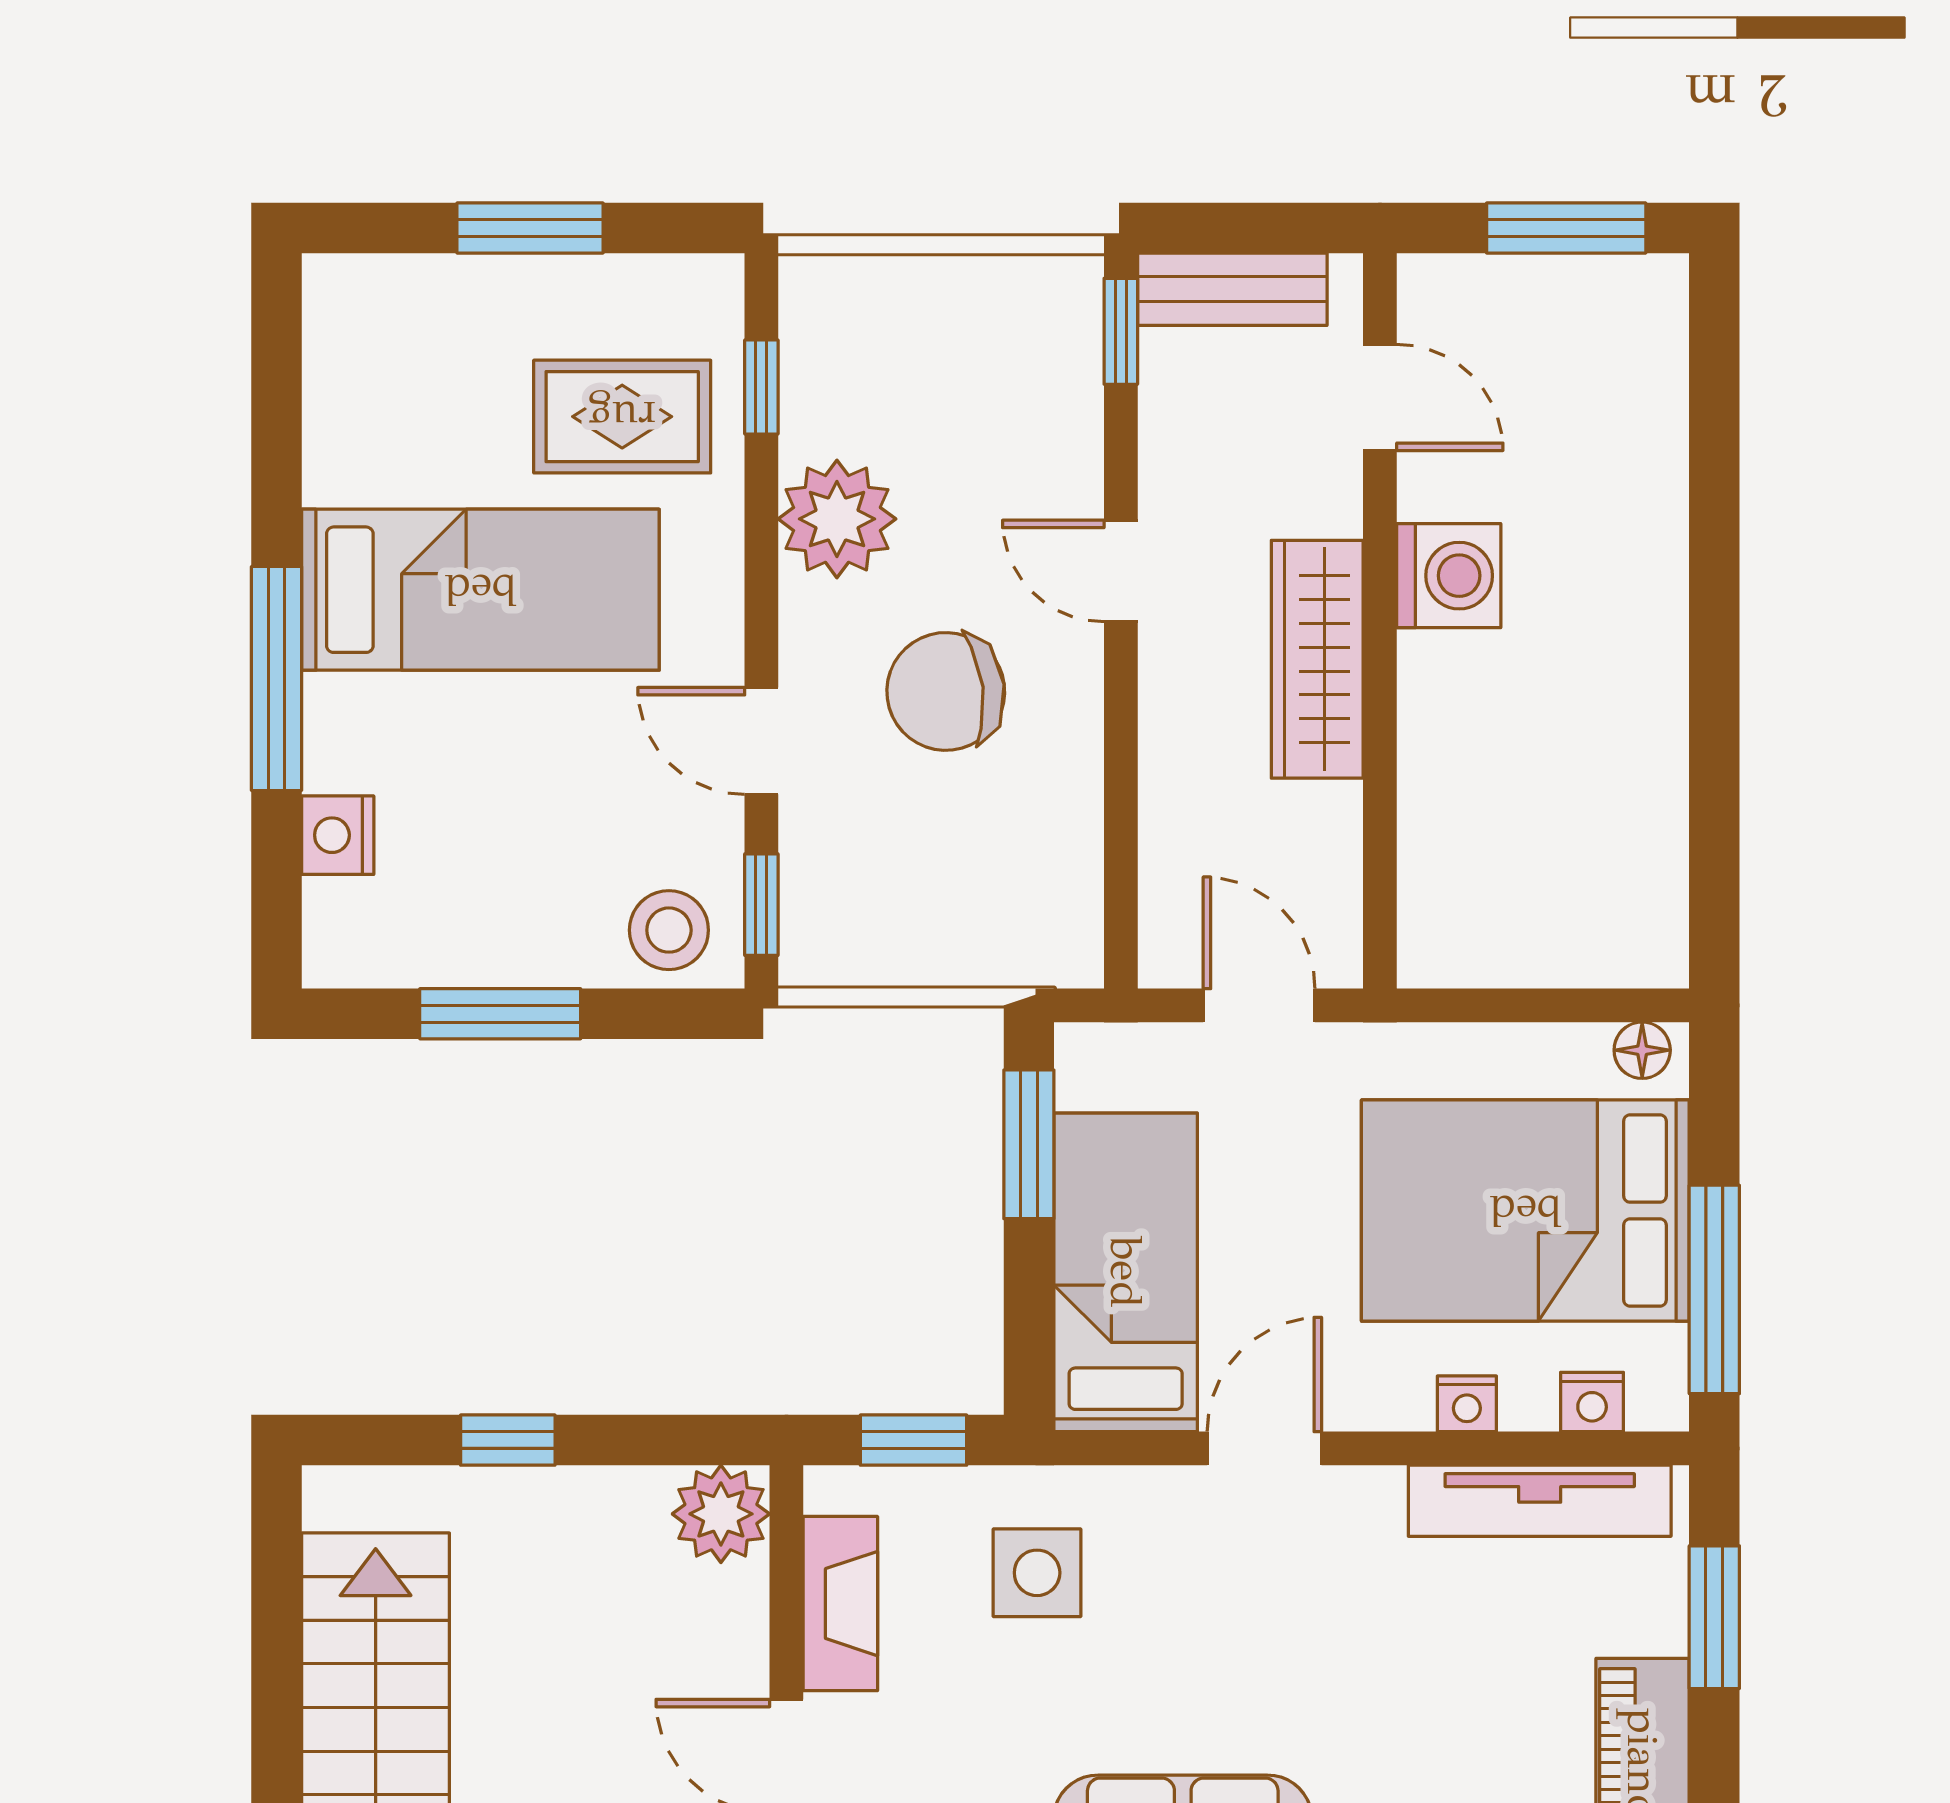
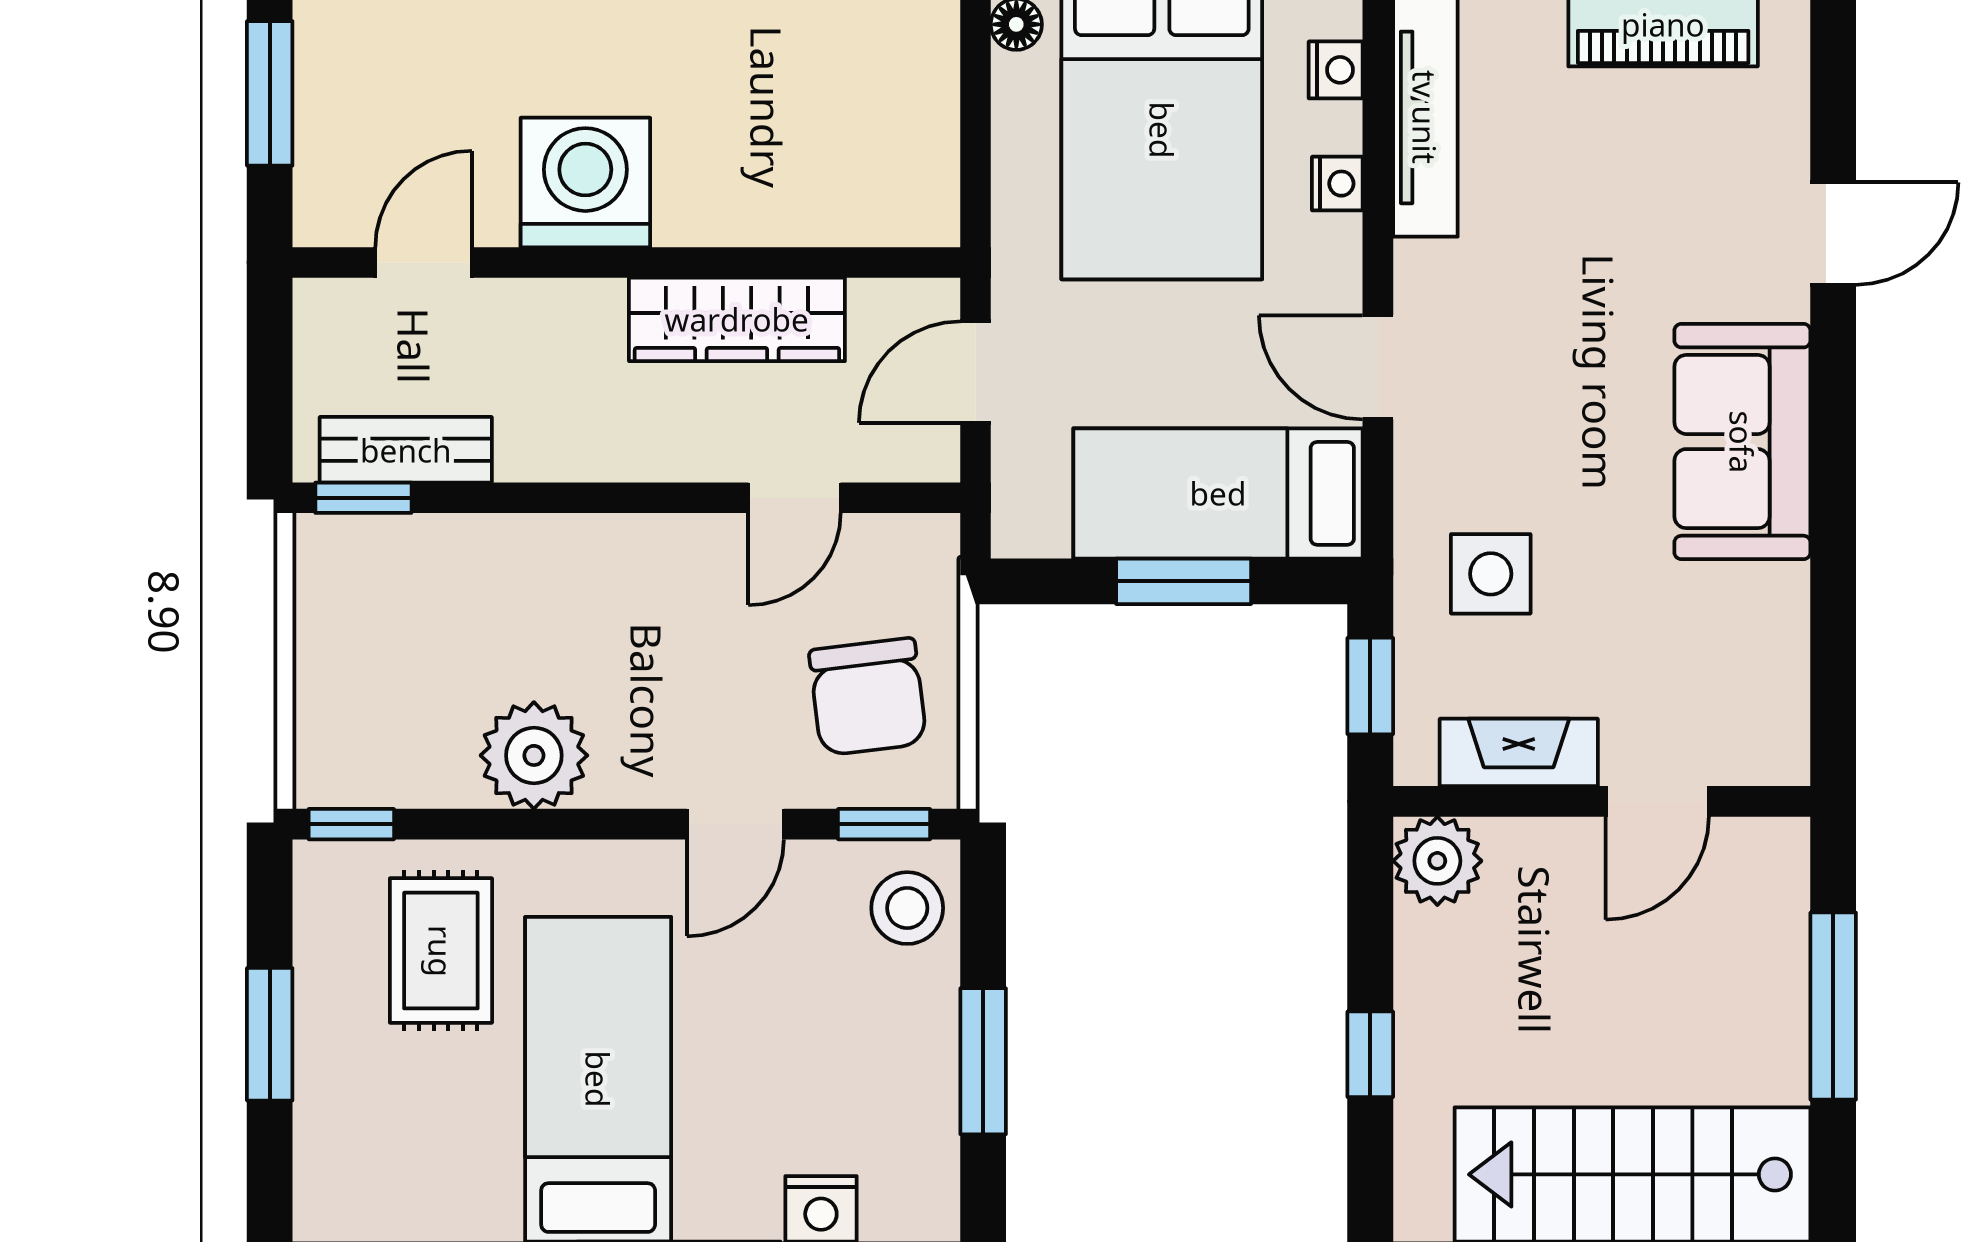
bench: (1232, 289) -> (406, 450), moved, turned 90
window: (761, 387) -> (351, 824), moved
door: (1121, 571) -> (795, 498), moved
washing machine: (1449, 576) -> (585, 182), width x1.37, depth x1.37
wardrobe: (1317, 659) -> (737, 319), moved
chair: (946, 691) -> (868, 697), moved
window: (1029, 1144) -> (1184, 581), moved

